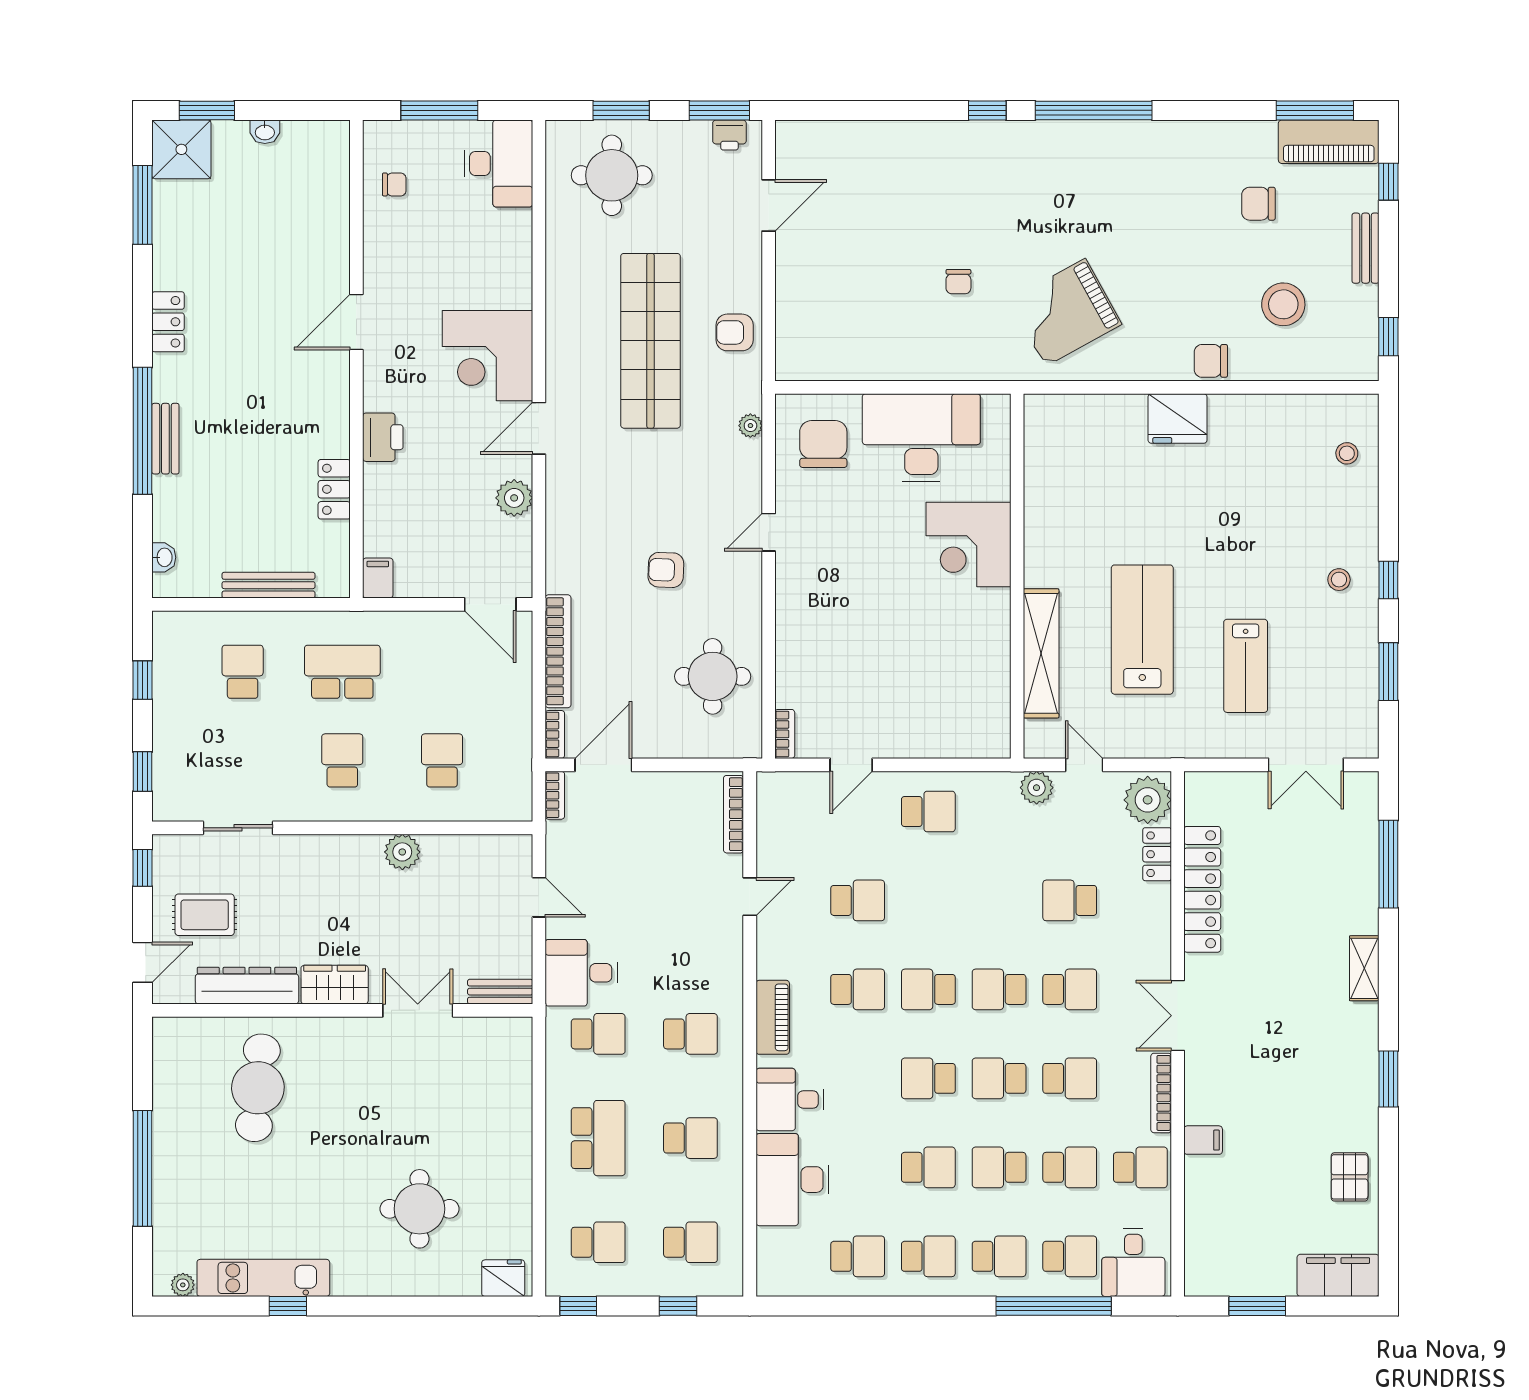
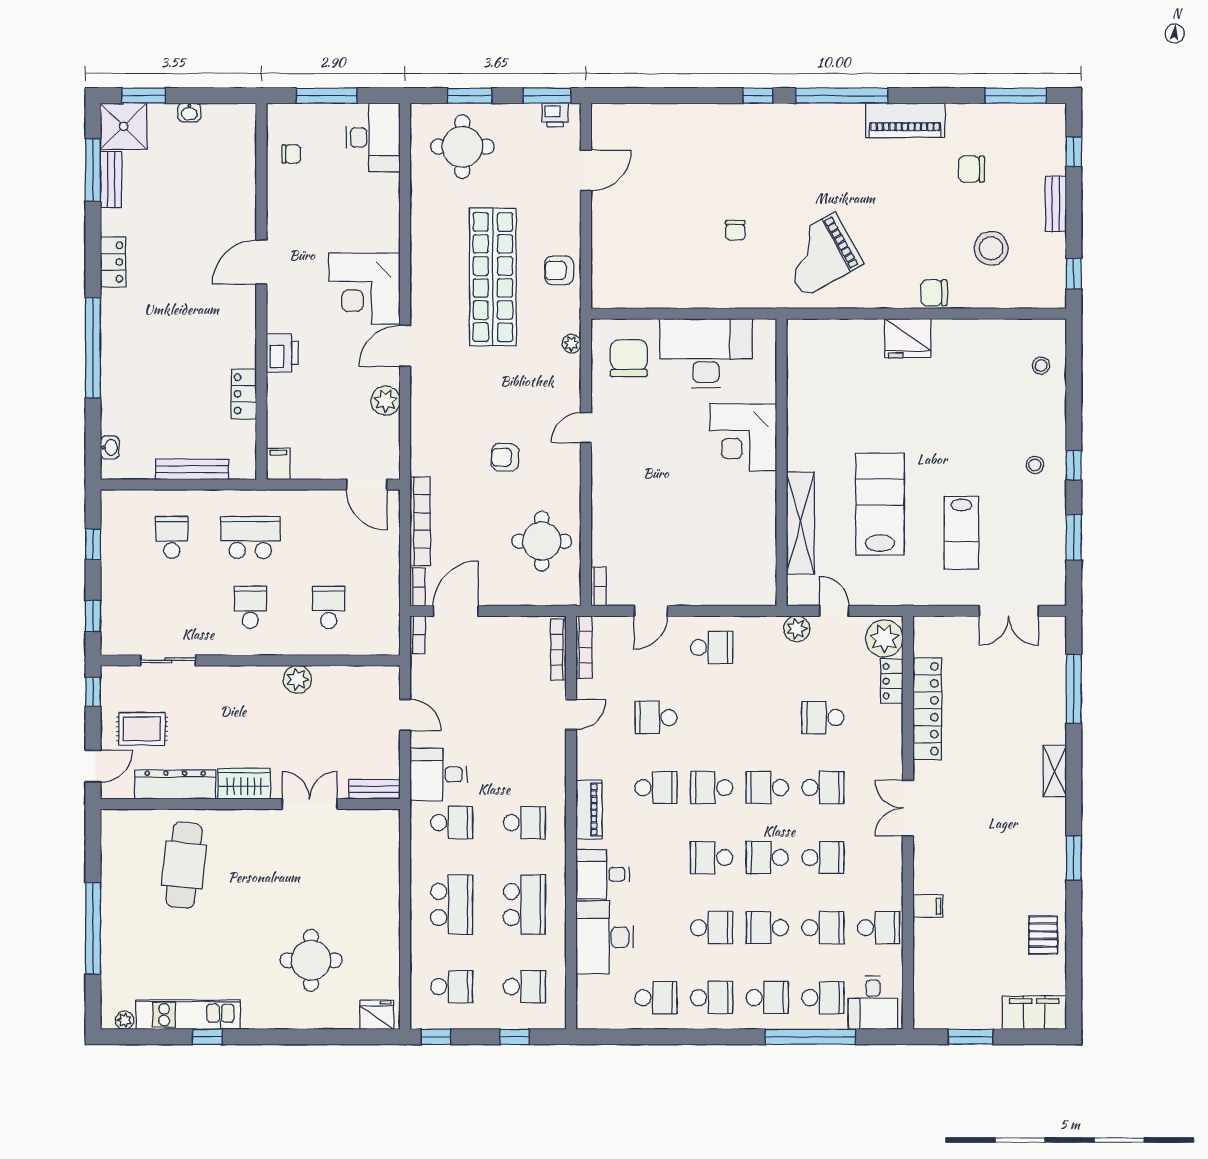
piano: (1329, 142) -> (905, 120), moved
bench: (165, 439) -> (111, 179), moved
school desk: (858, 900) -> (656, 718), turned 180
bookcase: (1161, 1093) -> (584, 647), moved, turned 180
school desk: (690, 1138) -> (524, 905), width x1.85

